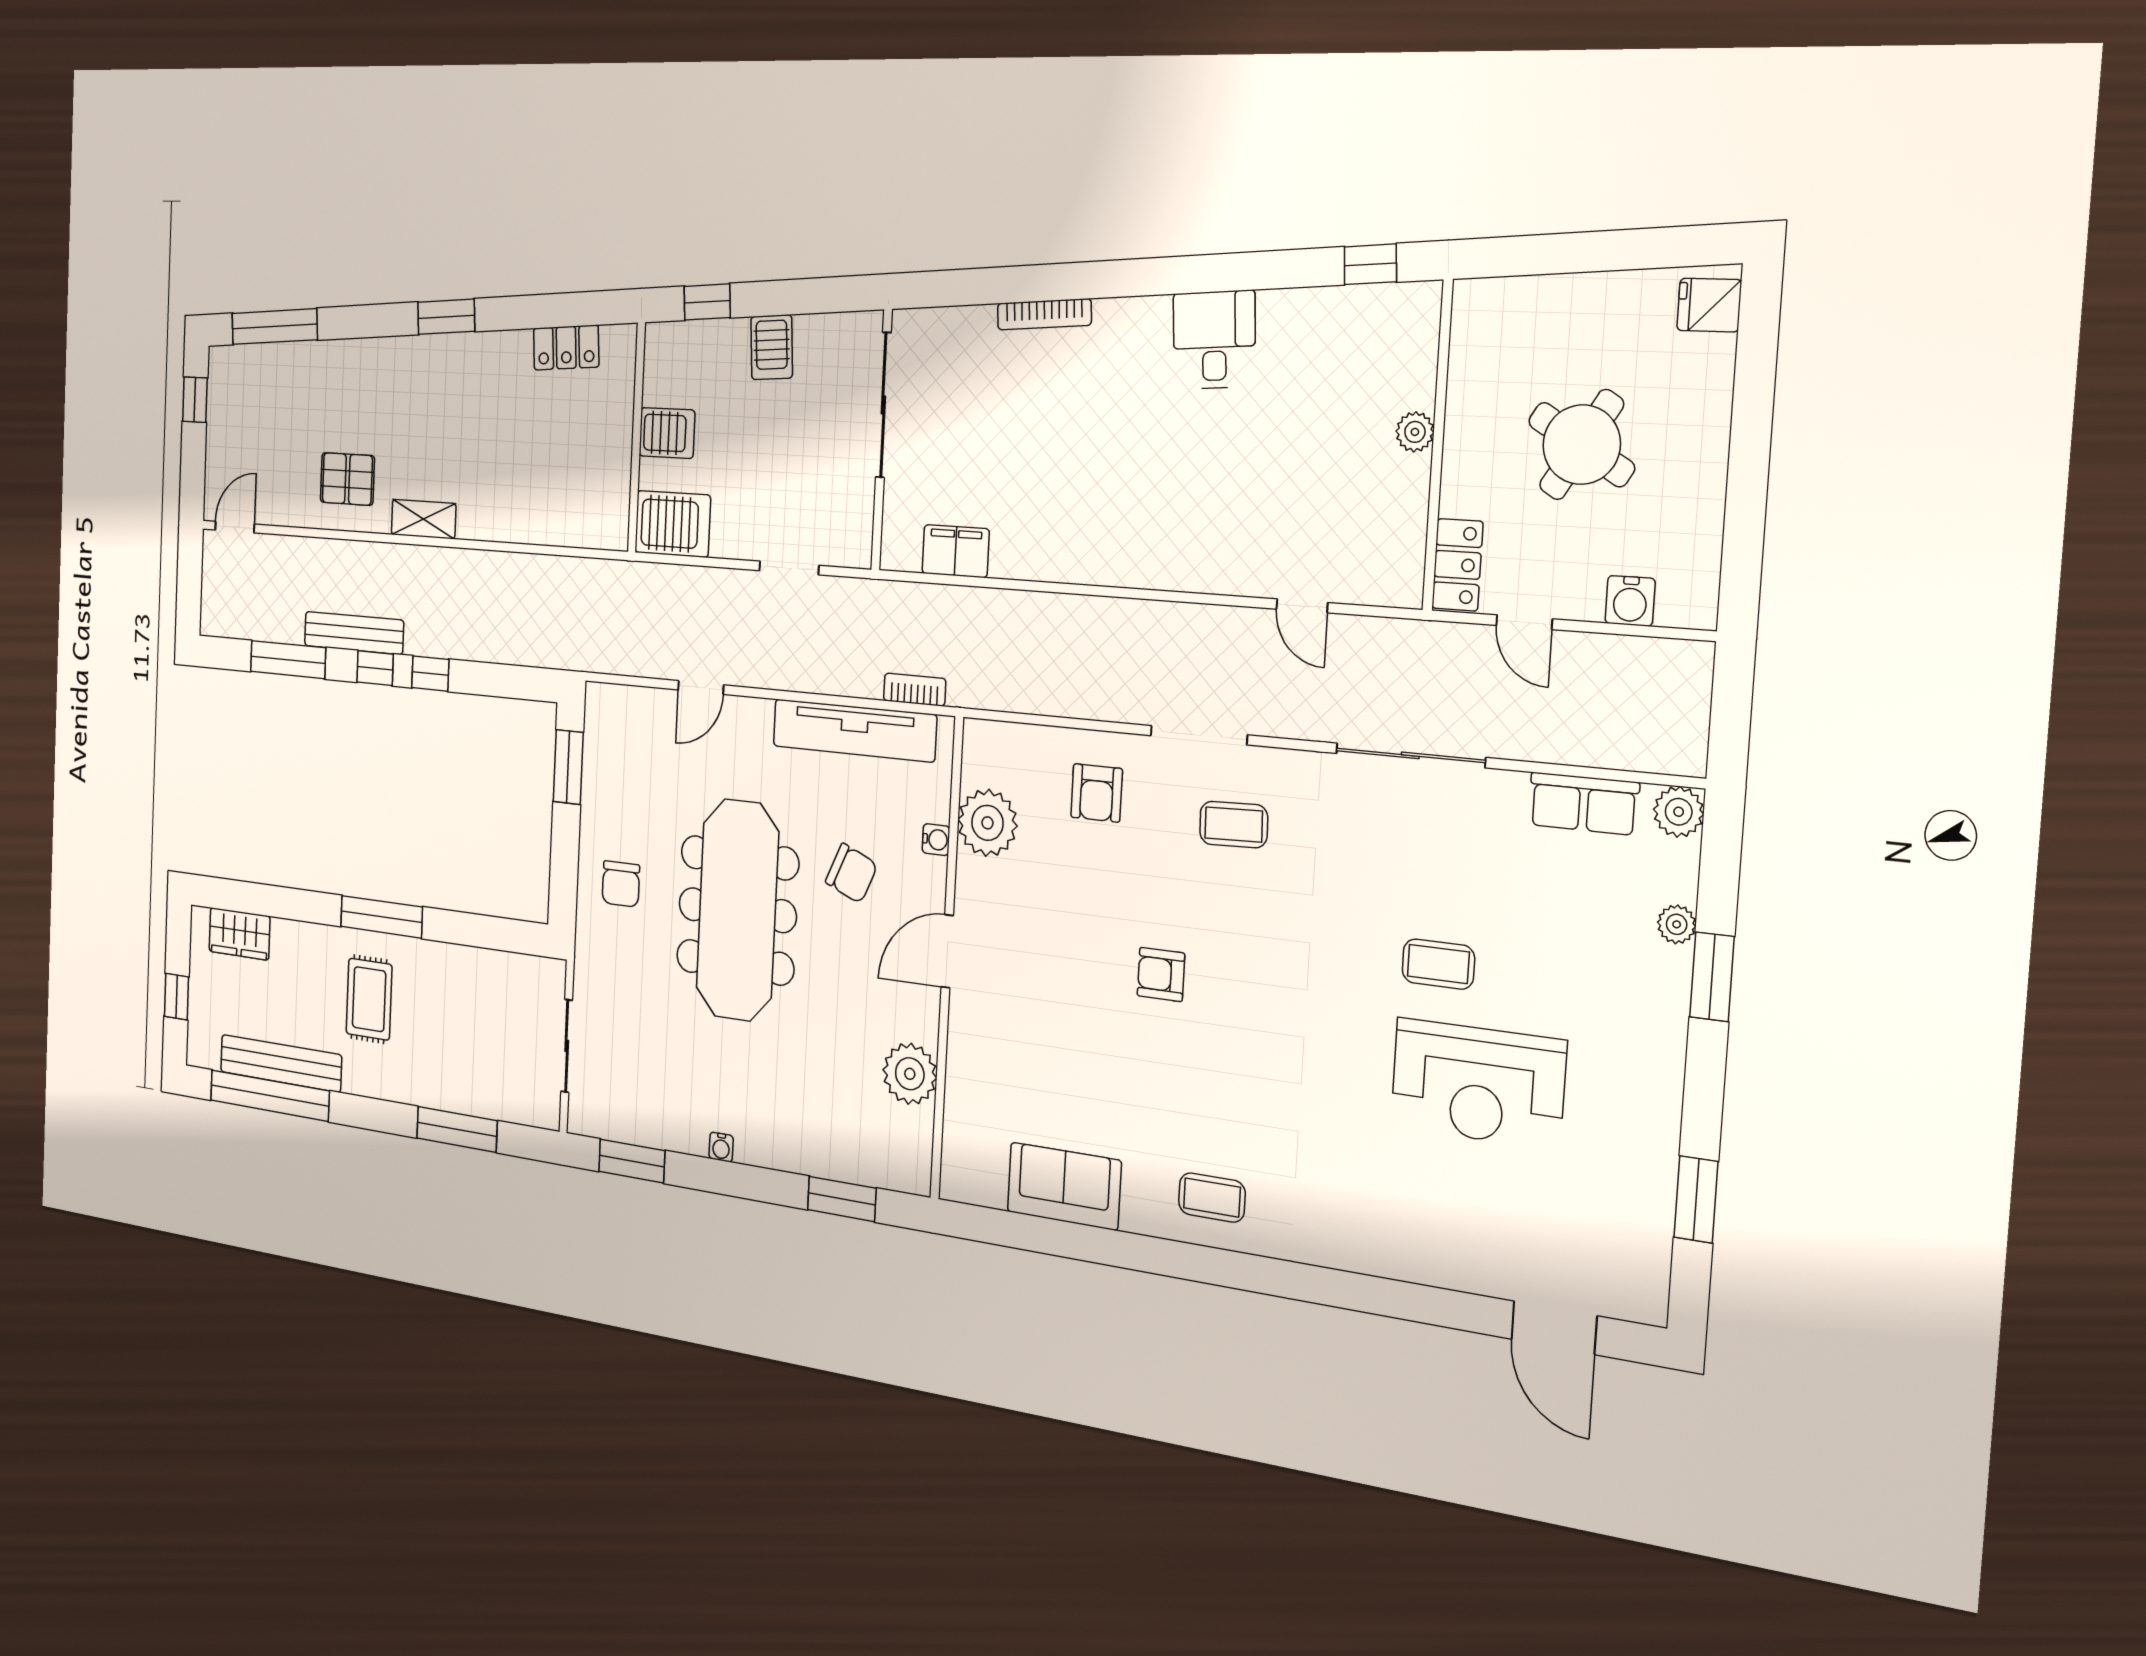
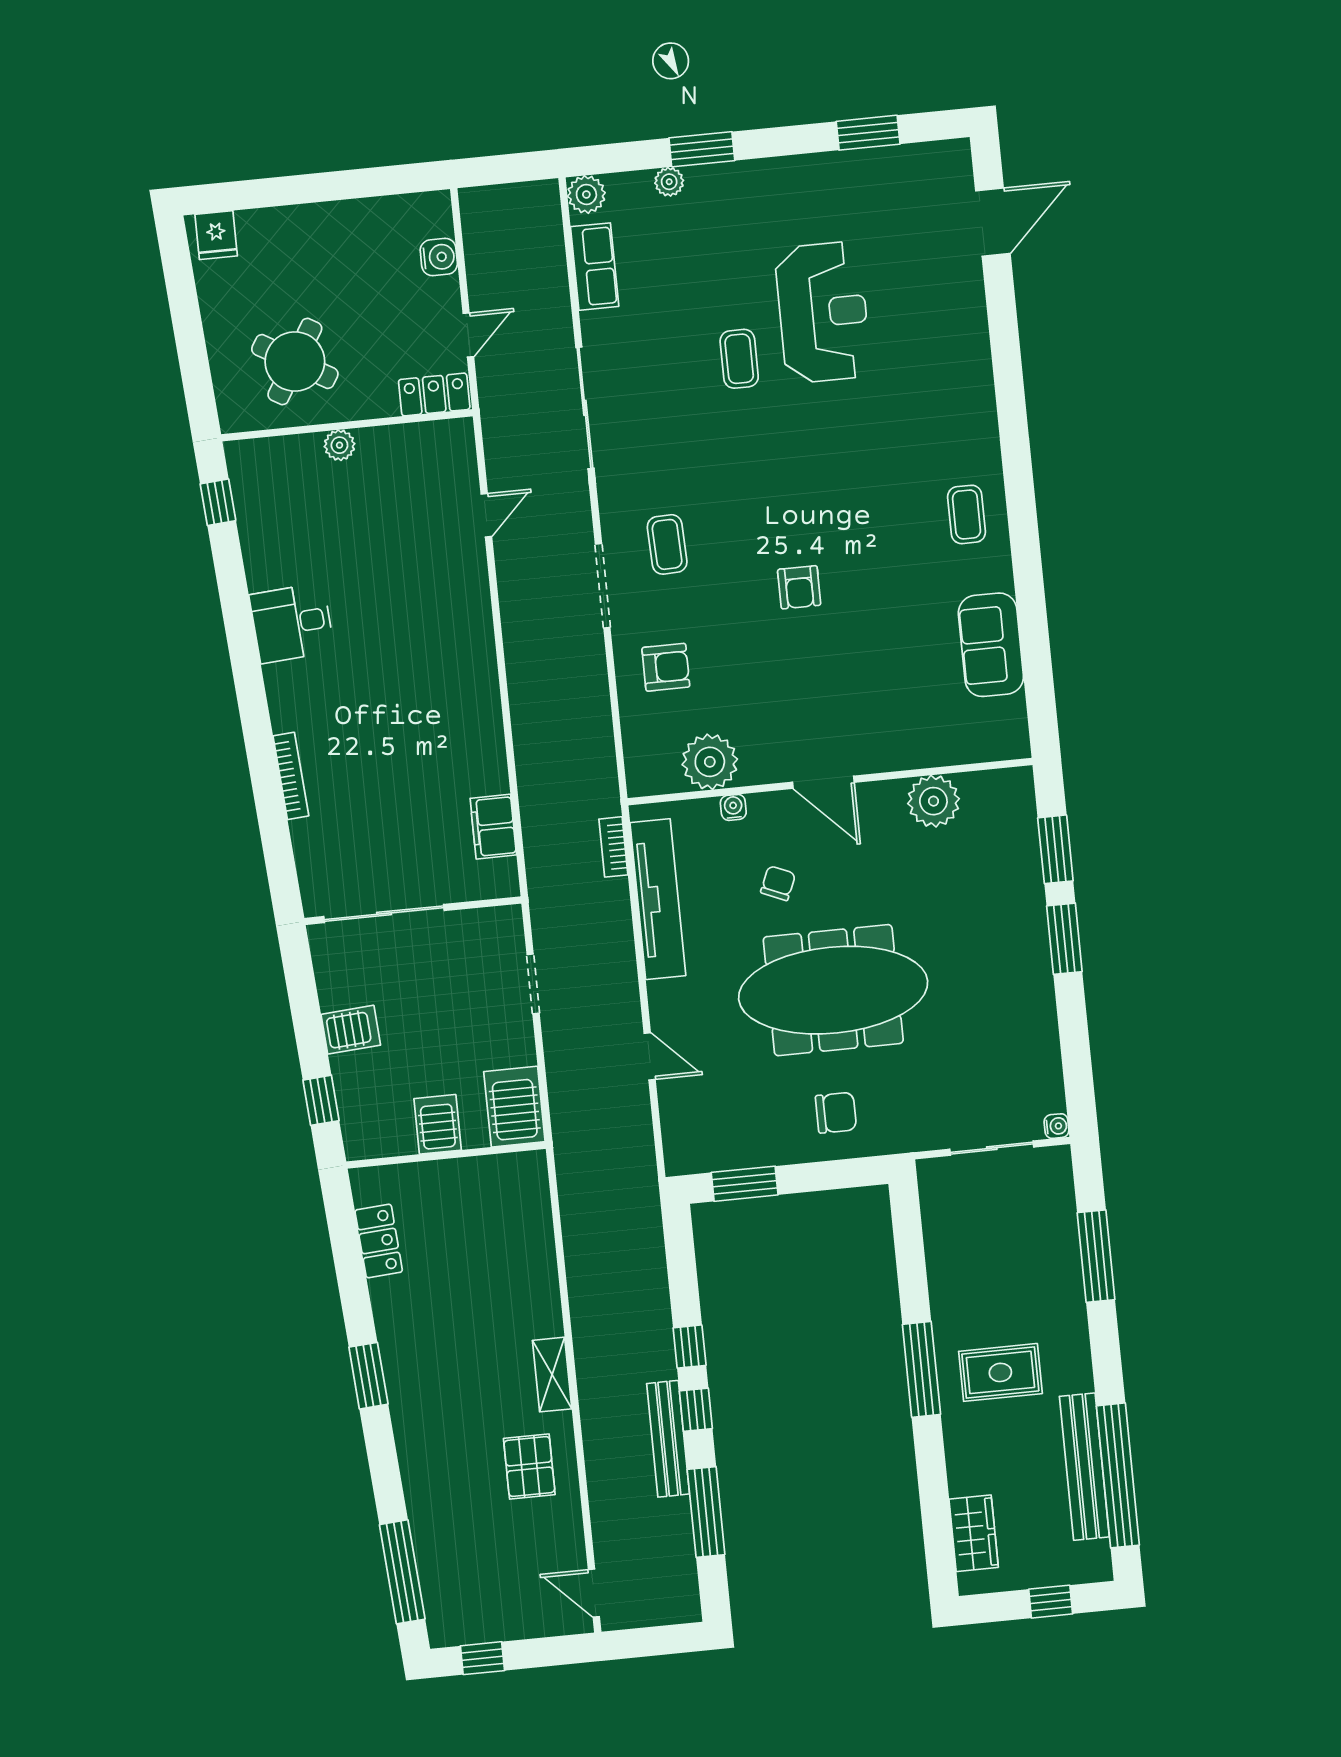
round table: (1582, 445) -> (295, 361), moved
chair: (851, 873) -> (778, 883), width x0.73, depth x0.73
water cooler: (721, 1147) -> (1057, 1126), moved
window: (632, 1161) -> (1064, 939), moved

